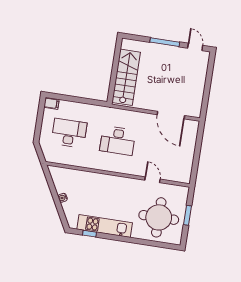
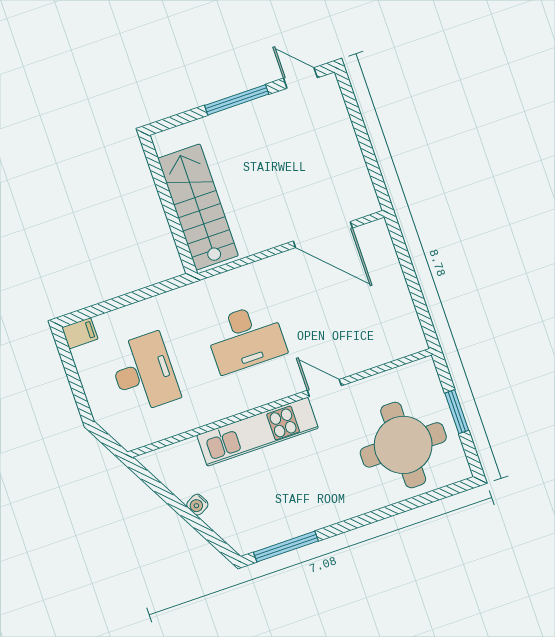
desk: (69, 133) -> (144, 373), turned 90
door: (152, 180) -> (324, 388), moved
kitchen unit: (105, 226) -> (258, 432), moved, turned 180
window: (90, 234) -> (286, 547), width x2.17

